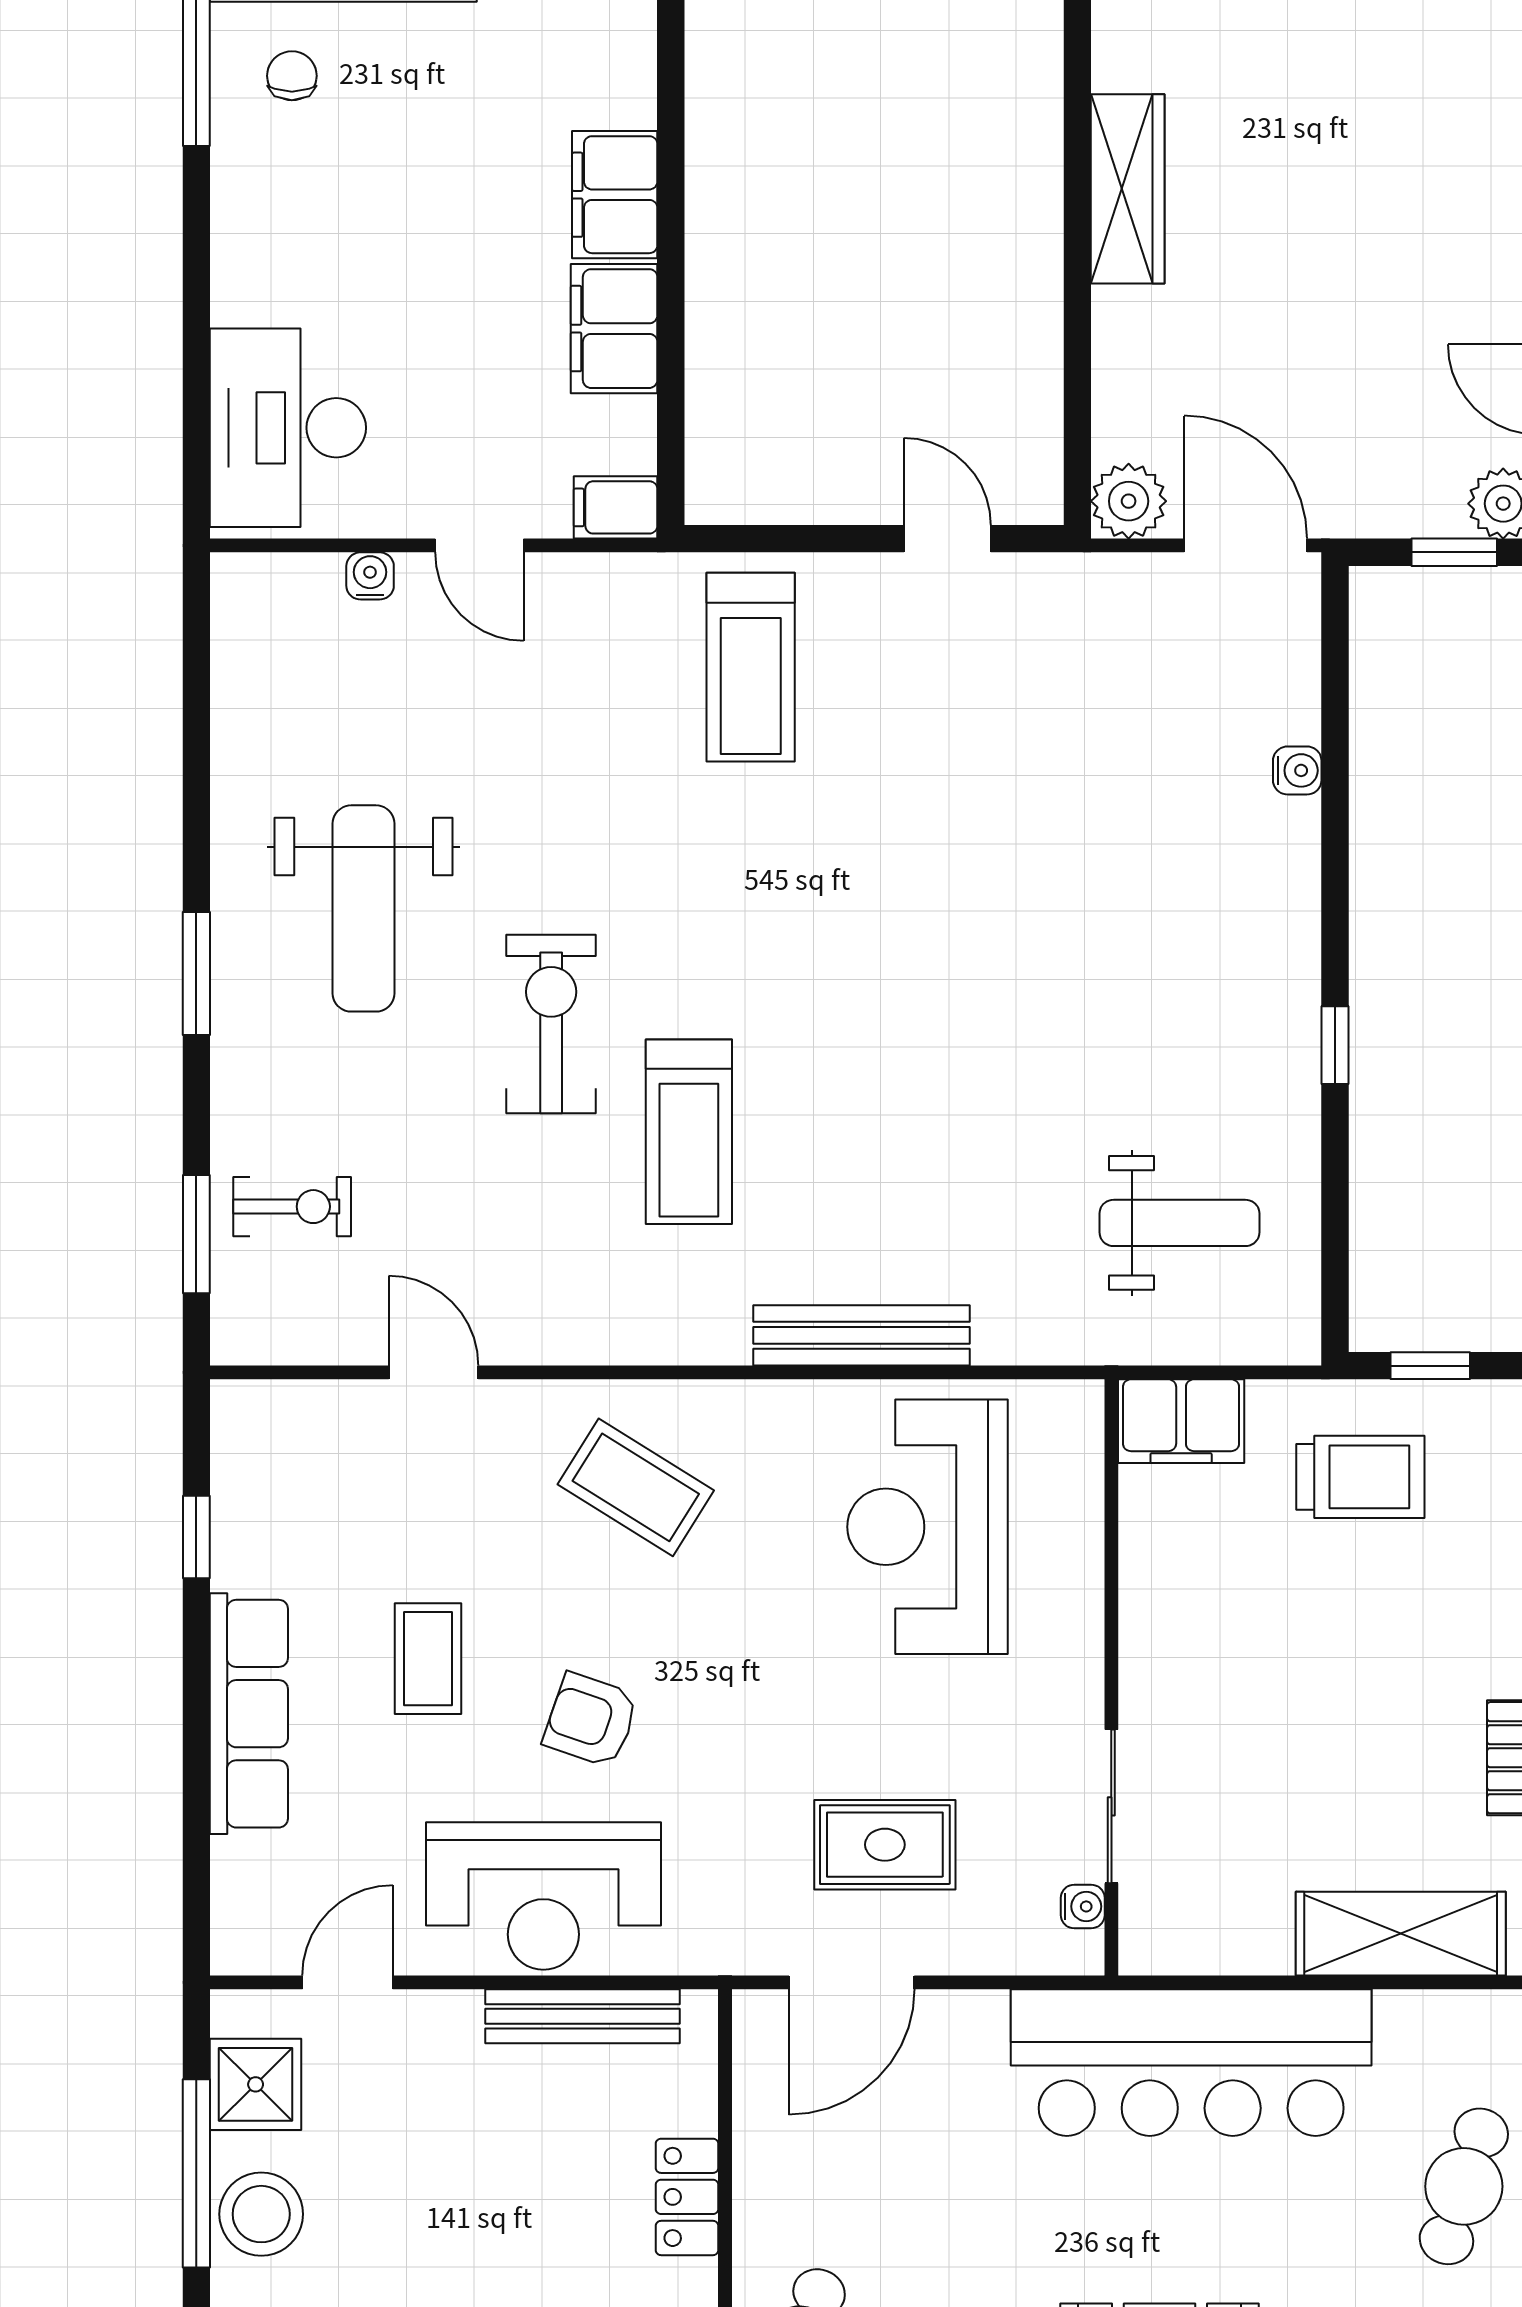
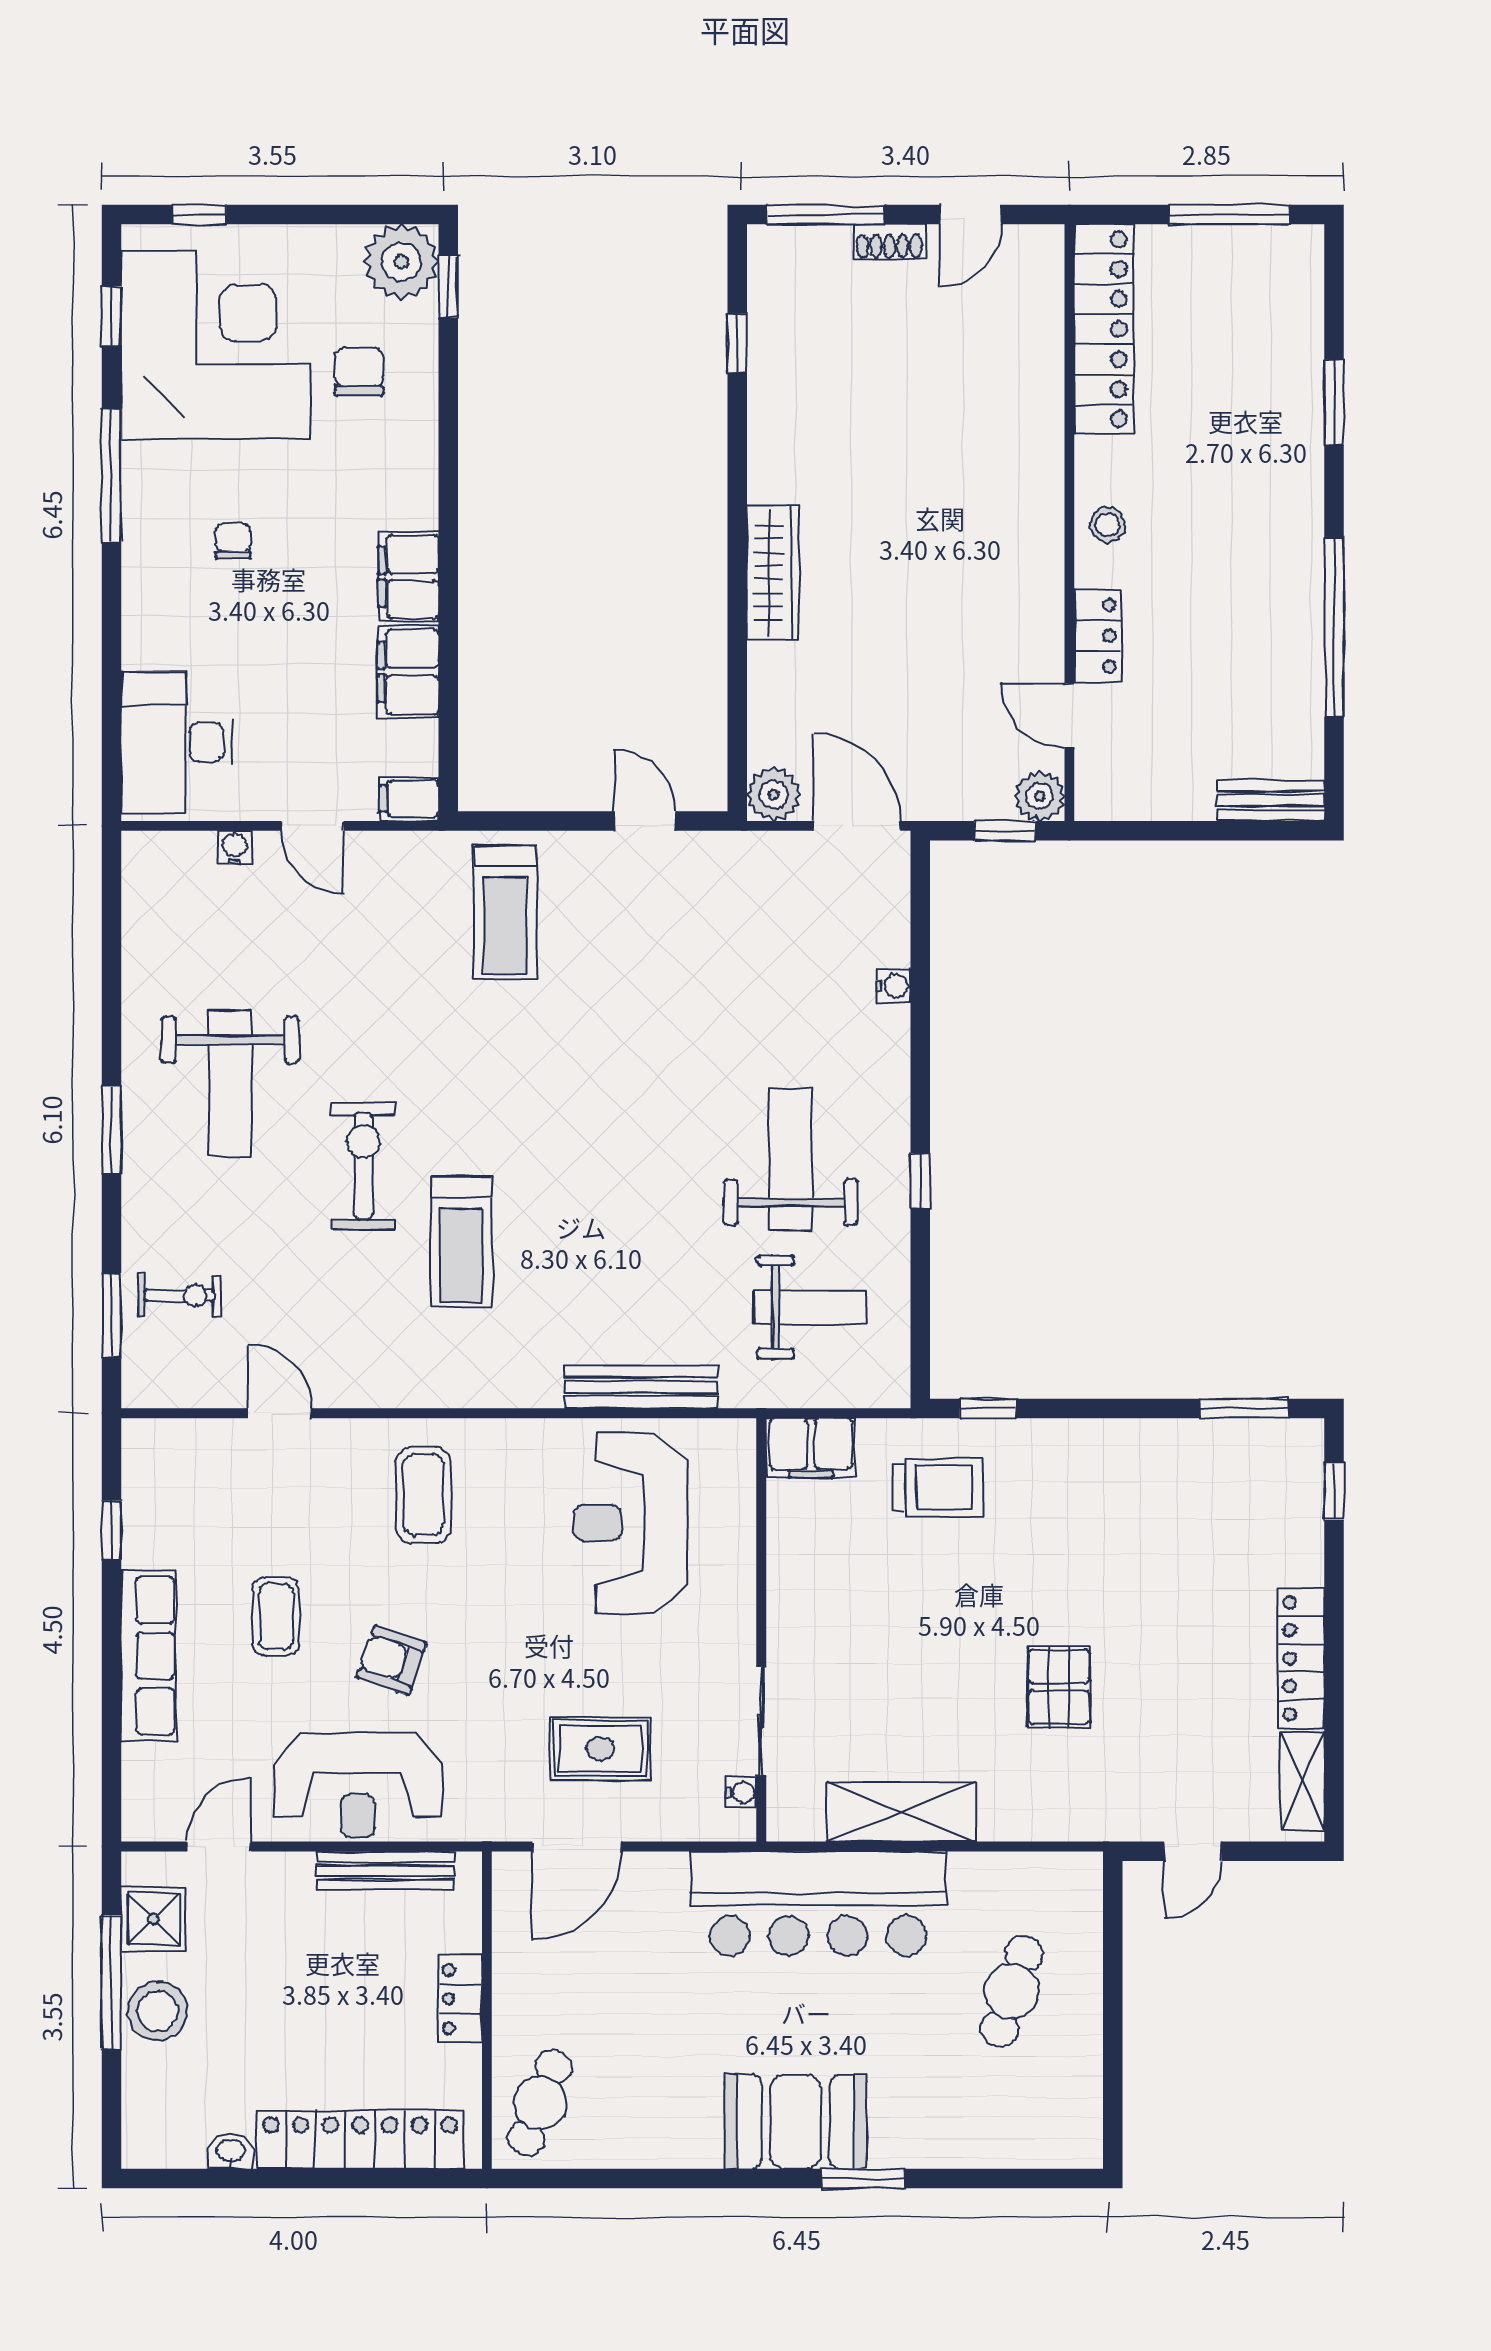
chair: (292, 76) -> (233, 541), moved
weight bench: (1153, 1015) -> (791, 1159), added
bench: (861, 1335) -> (641, 1387), moved
coffee table: (636, 1487) -> (423, 1495), turned 58
shelving: (1401, 1934) -> (901, 1812), moved

